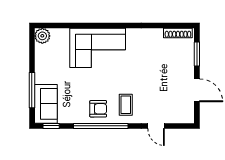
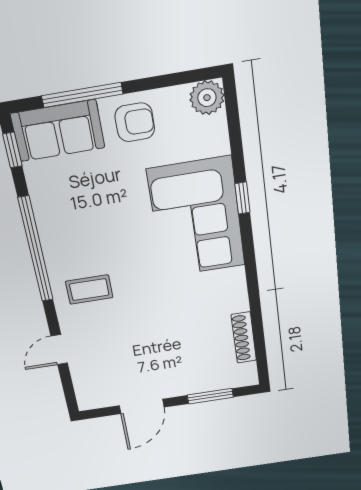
window: (92, 25) -> (242, 198), added
shoe rack: (178, 33) -> (244, 338), moved
armchair: (98, 109) -> (135, 122), moved, turned -90

